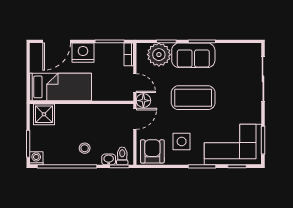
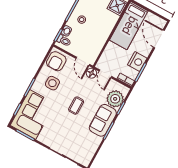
nightstand: (83, 53) -> (137, 62), moved
door: (135, 83) -> (105, 74), hinge flipped
coffee table: (193, 98) -> (76, 106), width x0.54, depth x0.58
armchair: (152, 151) -> (56, 61), turned 90

